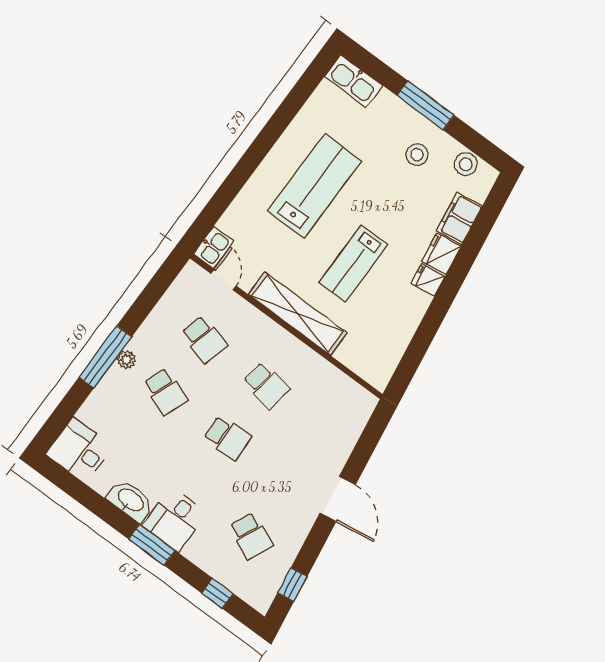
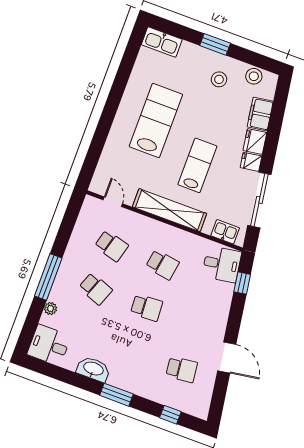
window: (426, 105) -> (215, 44), width x0.69
kitchen sink: (214, 247) -> (225, 232), moved, turned -90
lab bench: (353, 264) -> (197, 165), turned 180
sliding door: (424, 335) -> (259, 200), added
plant: (126, 360) -> (50, 309), moved
door: (338, 499) -> (227, 358), moved
desk: (175, 519) -> (222, 264), moved, turned -99
school desk: (251, 536) -> (182, 369), turned -30
window: (292, 585) -> (242, 283), moved

